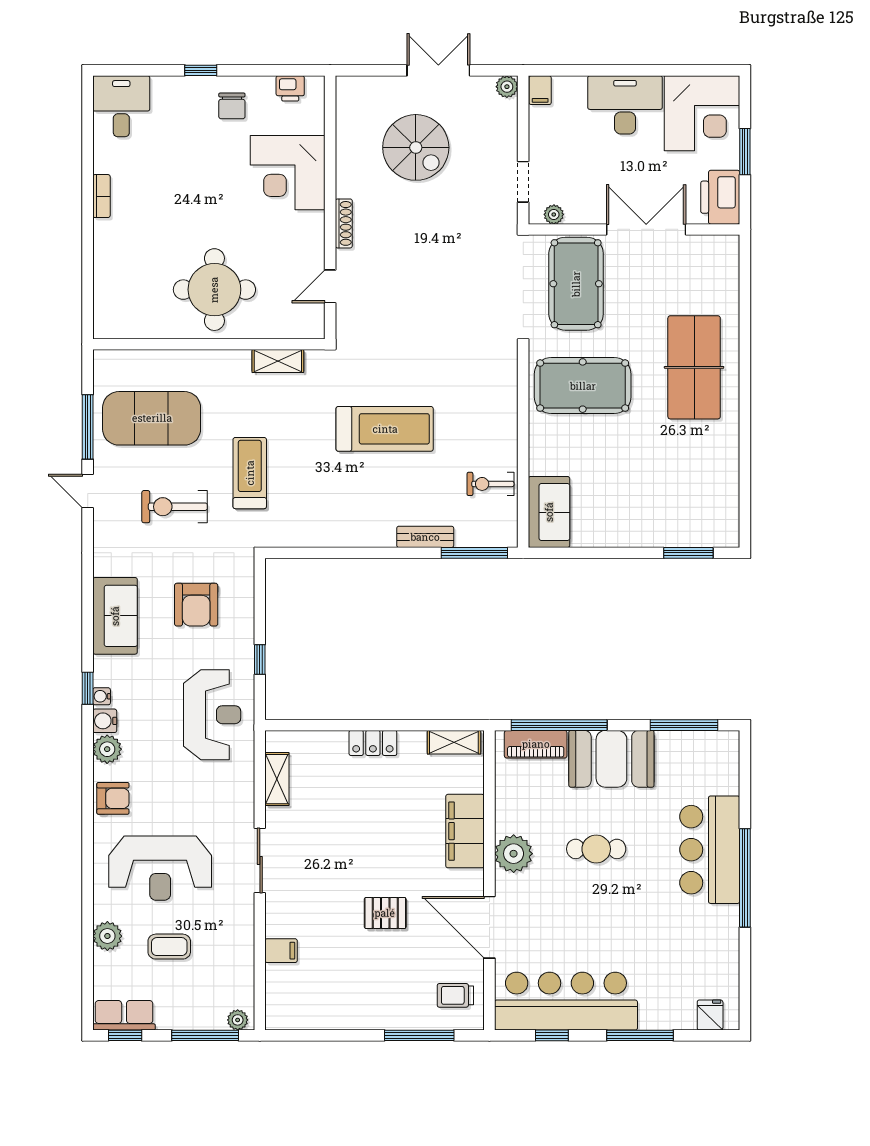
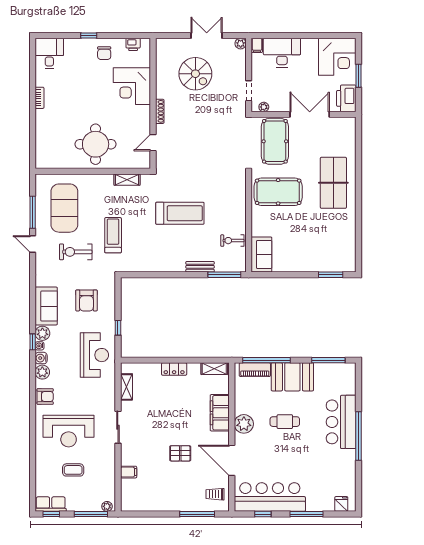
desk: (625, 105) -> (282, 53), moved
exercise mat: (152, 418) -> (64, 208), turned 90
plant: (107, 936) -> (42, 333), moved

